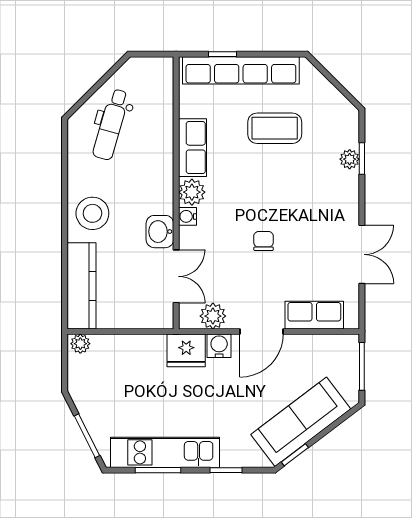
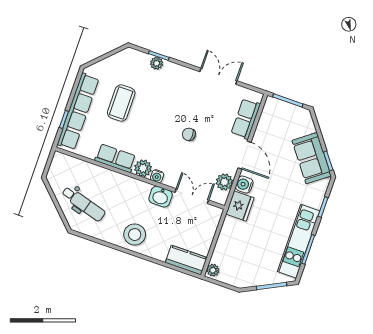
kitchen counter: (82, 286) -> (186, 260), width x0.67
sofa: (301, 422) -> (312, 158), width x0.73

